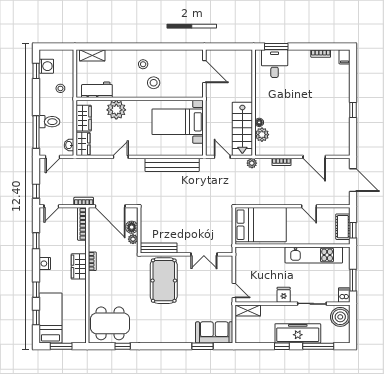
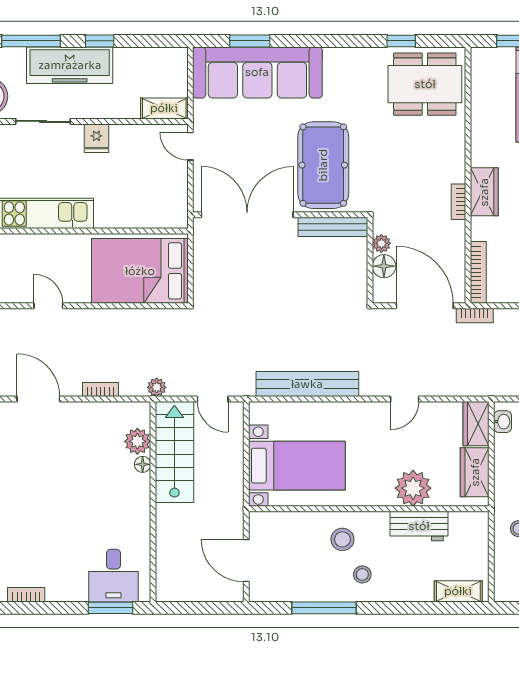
window: (163, 47) -> (324, 608), added
workbench: (97, 90) -> (419, 526), moved
double door: (204, 254) -> (247, 215), width x1.87
sofa: (214, 332) -> (257, 72), width x1.85, depth x1.27

